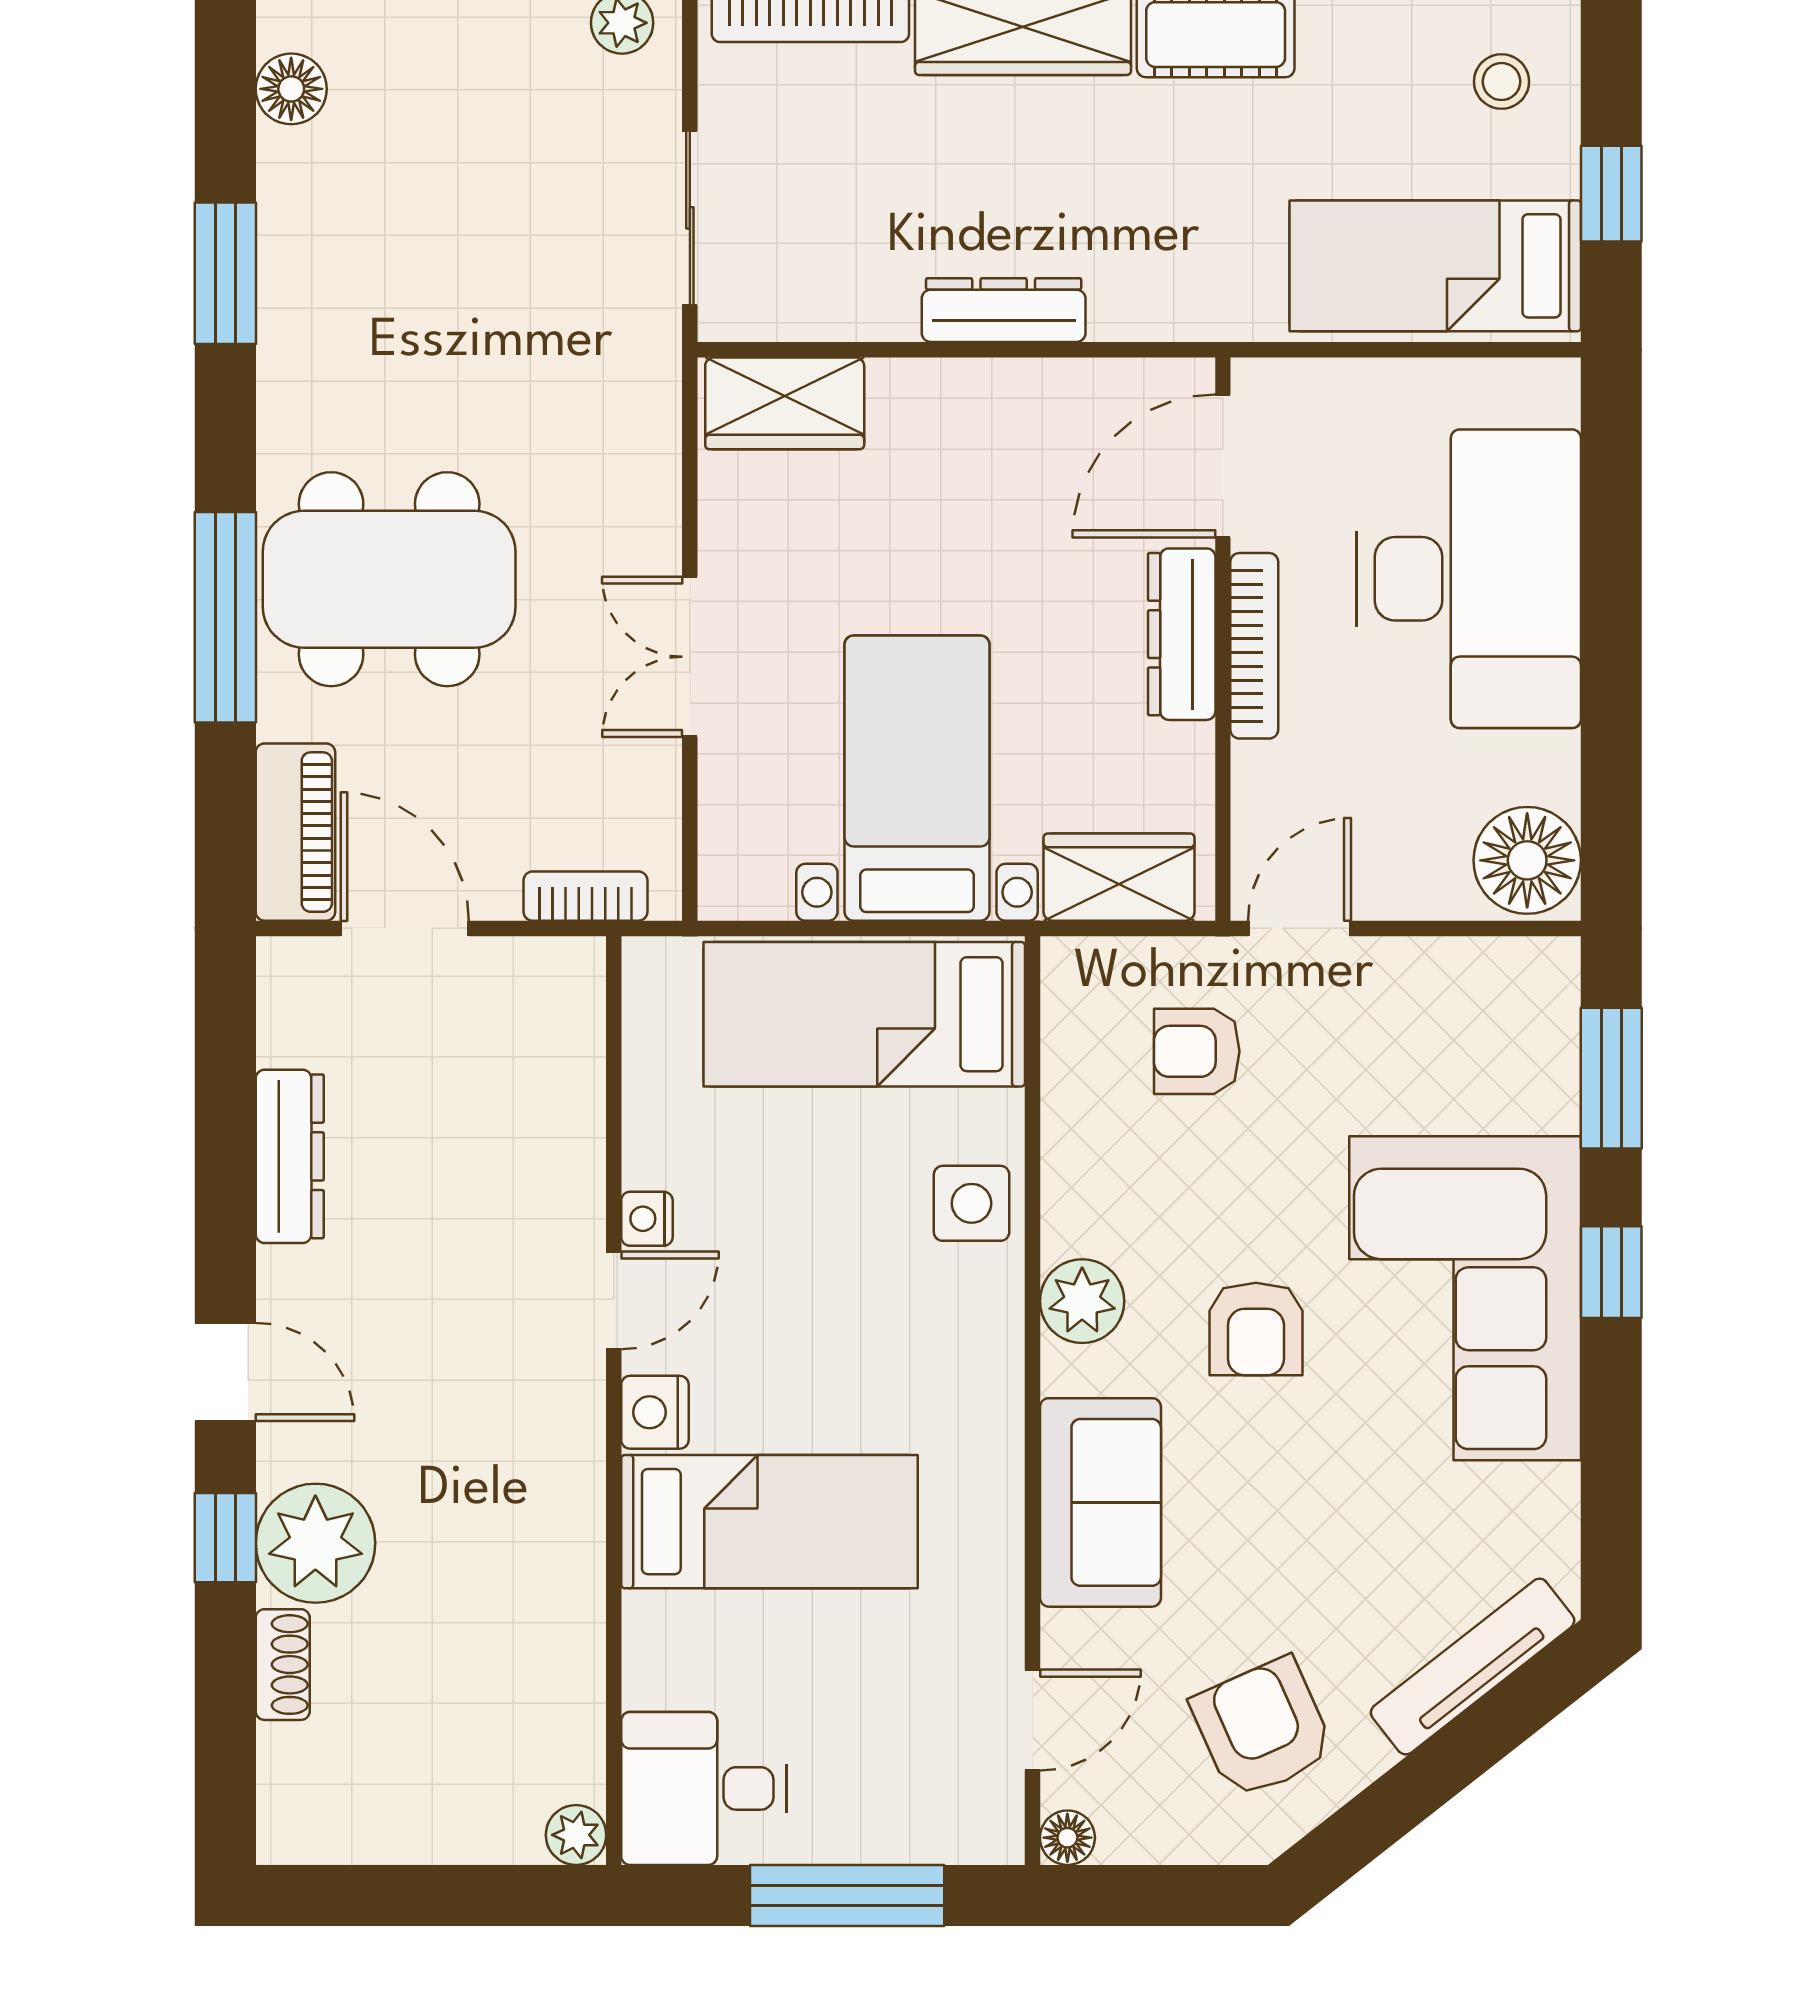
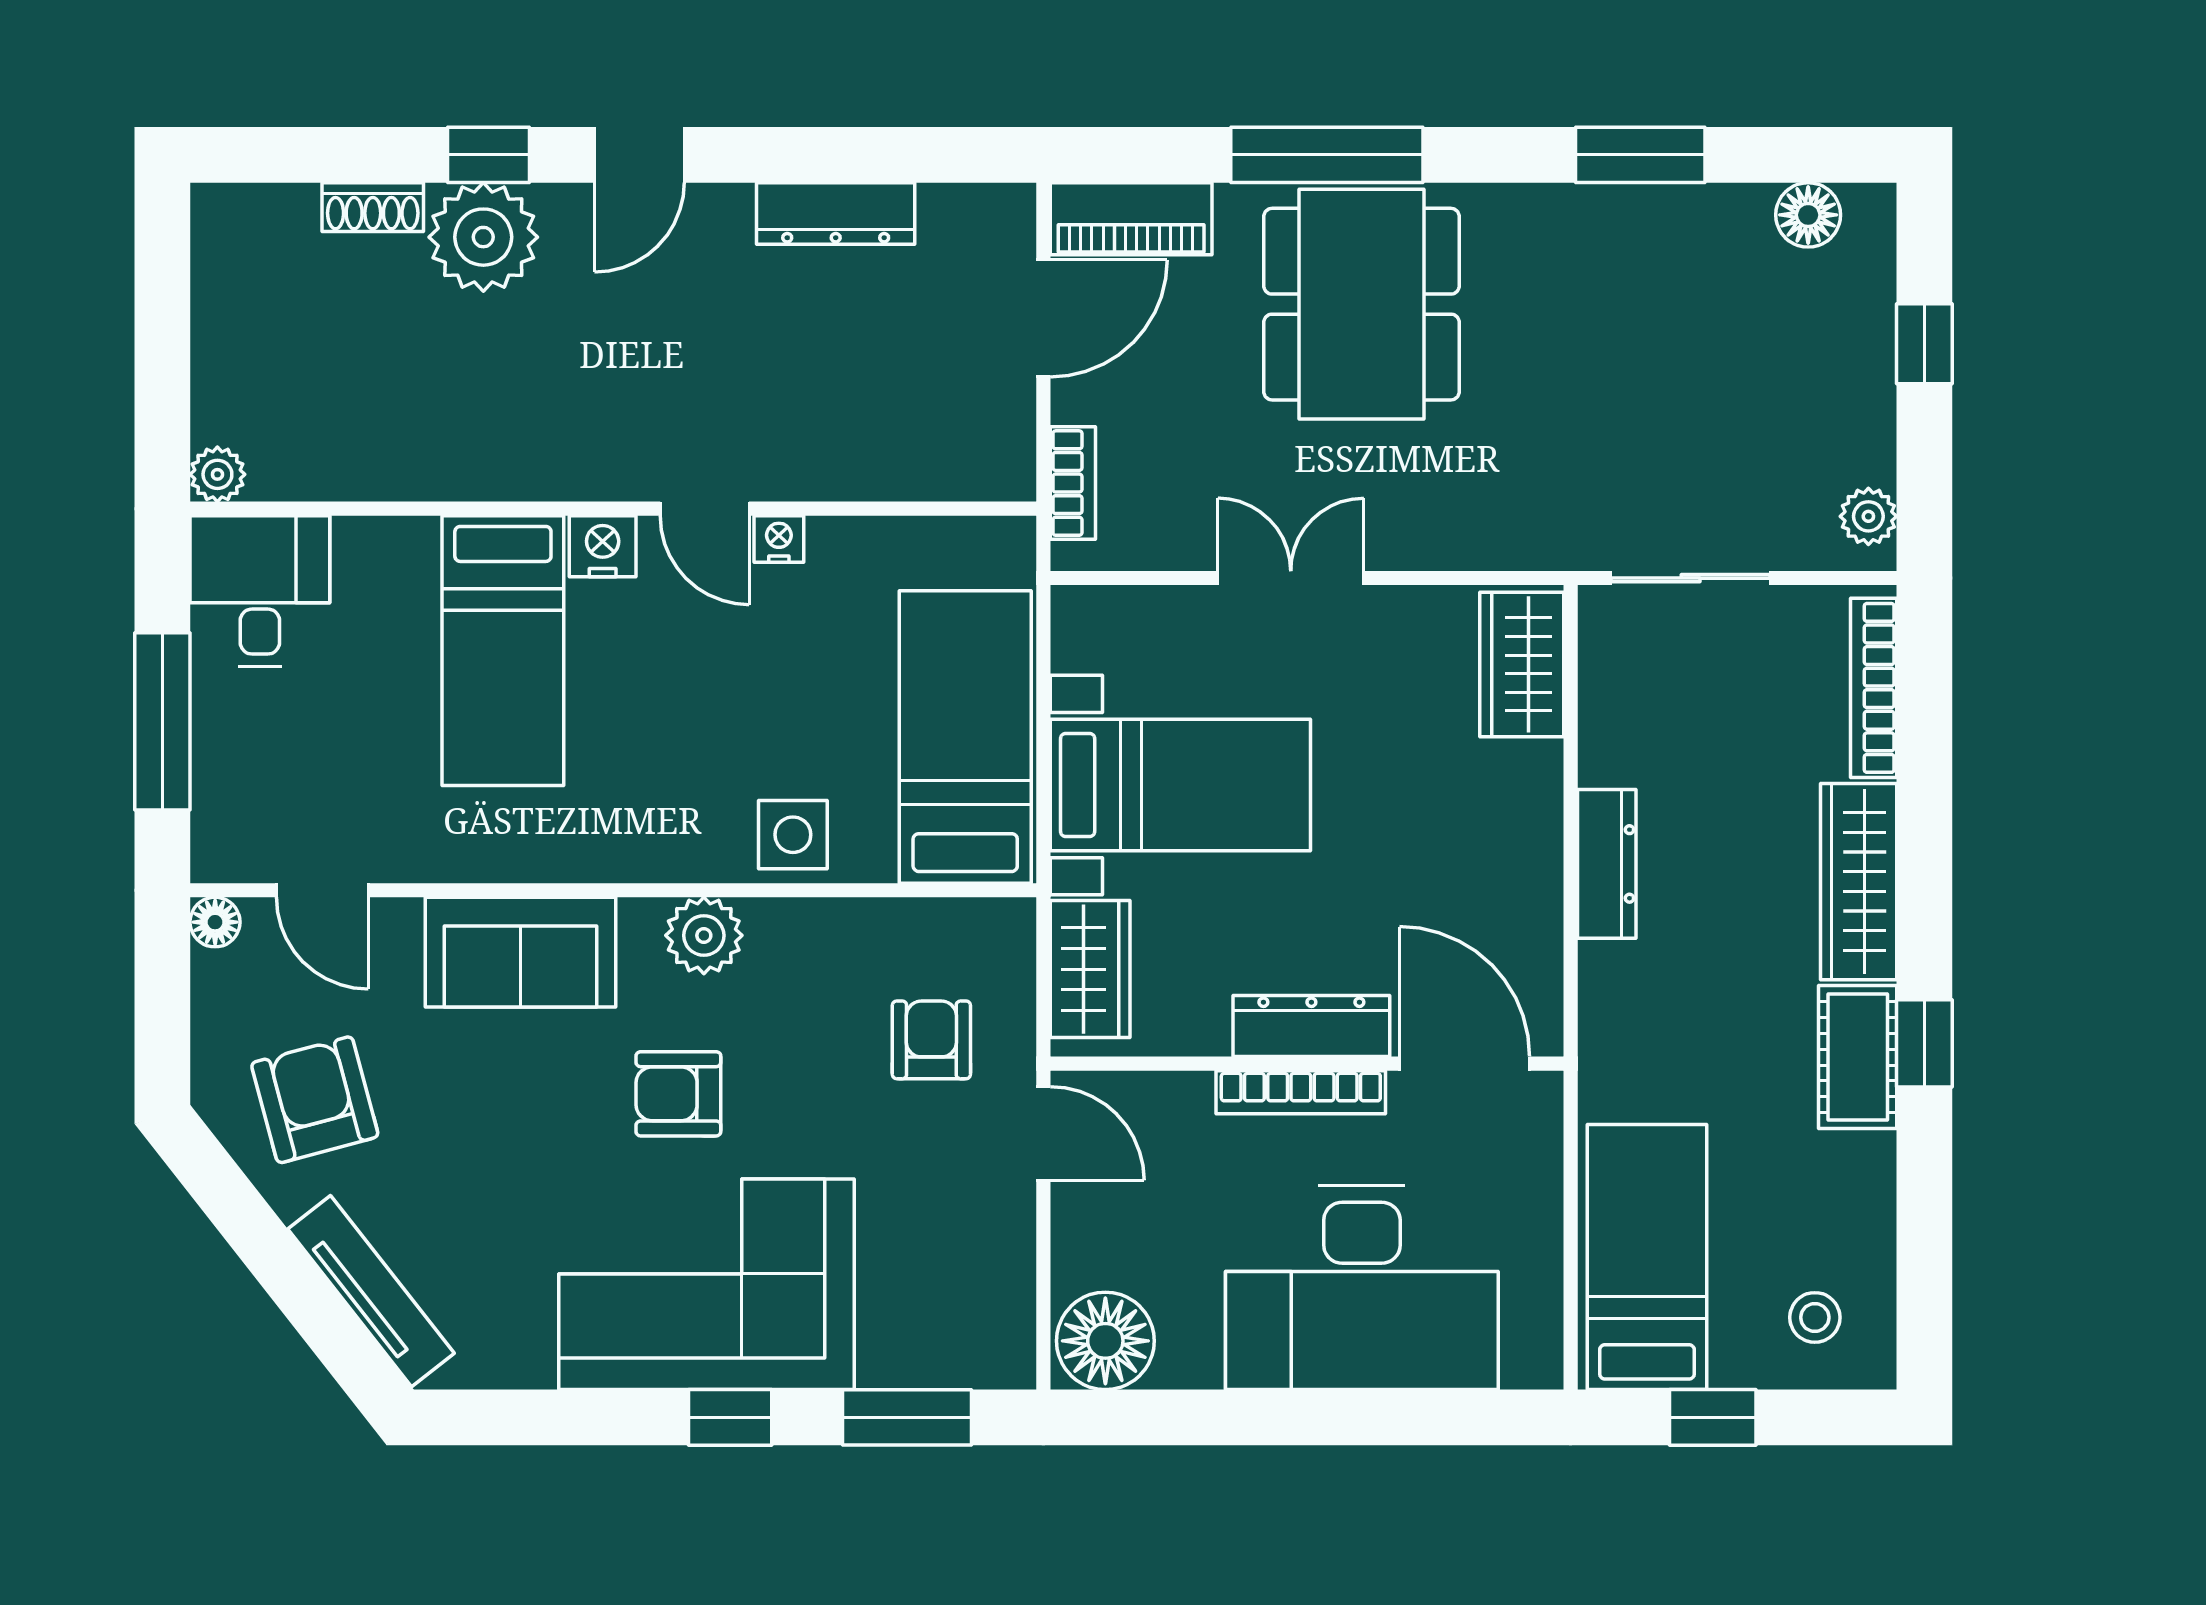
armchair: (1262, 1728) -> (315, 1100), turned -81

